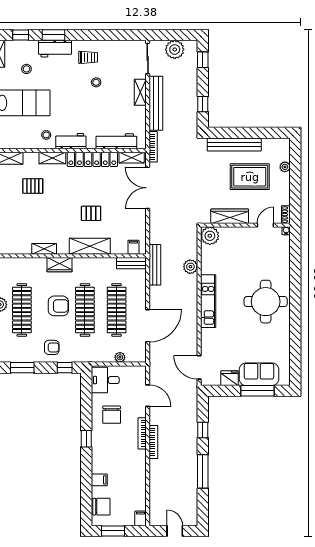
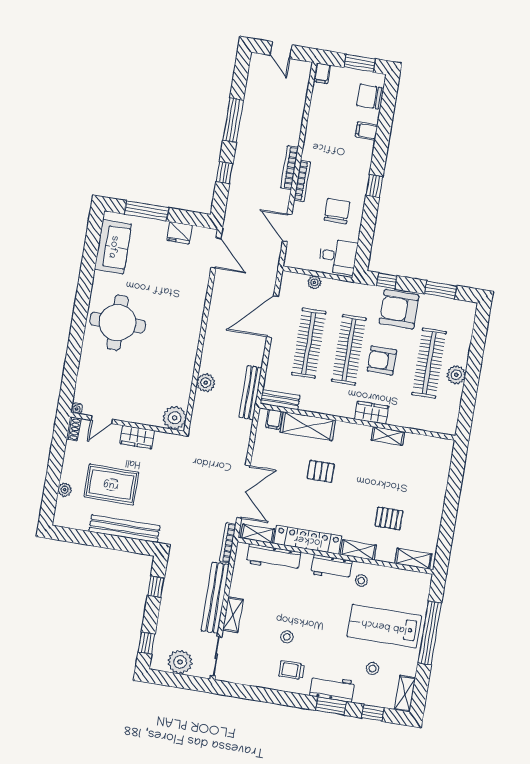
wardrobe: (230, 216) -> (137, 437), width x0.67
shelving: (90, 246) -> (308, 426), moved
kitchen unit: (208, 301) -> (190, 335), removed
armchair: (52, 347) -> (399, 309), width x1.88, depth x1.88
sofa: (259, 374) -> (113, 247), moved, turned -90

